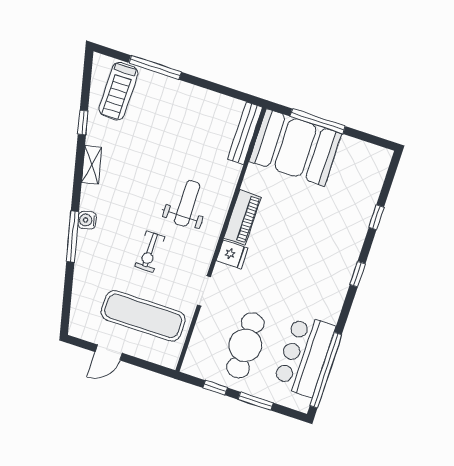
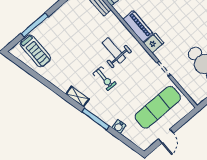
window: (83, 122) -> (41, 79), removed
shelving: (92, 165) -> (77, 97), moved
water cooler: (87, 220) -> (119, 126), moved
exercise bike: (150, 252) -> (105, 79), moved

